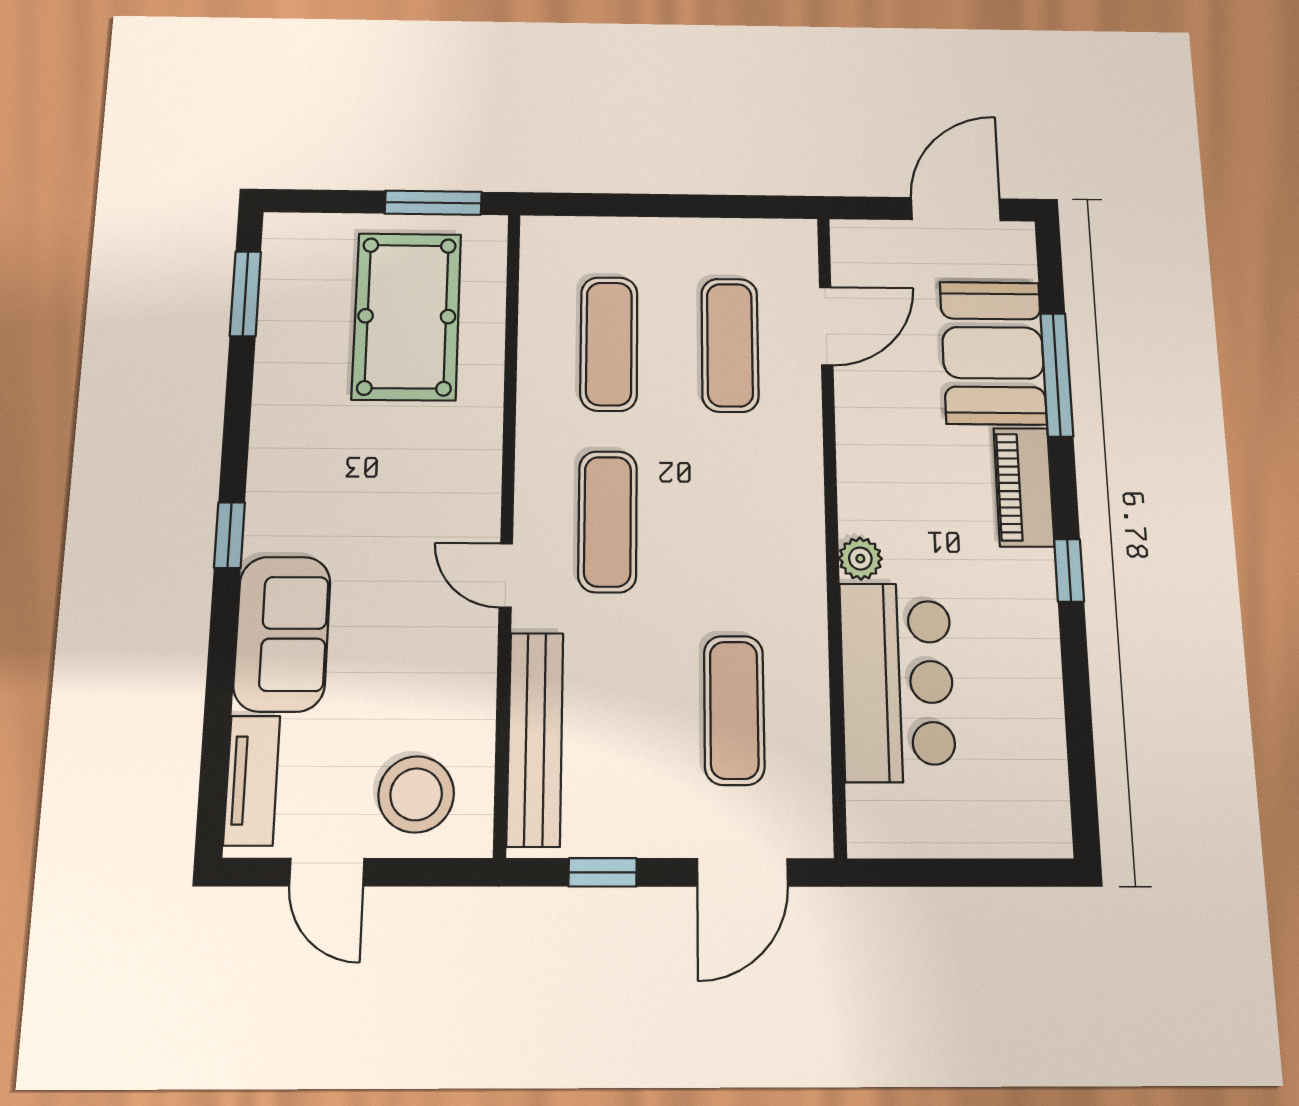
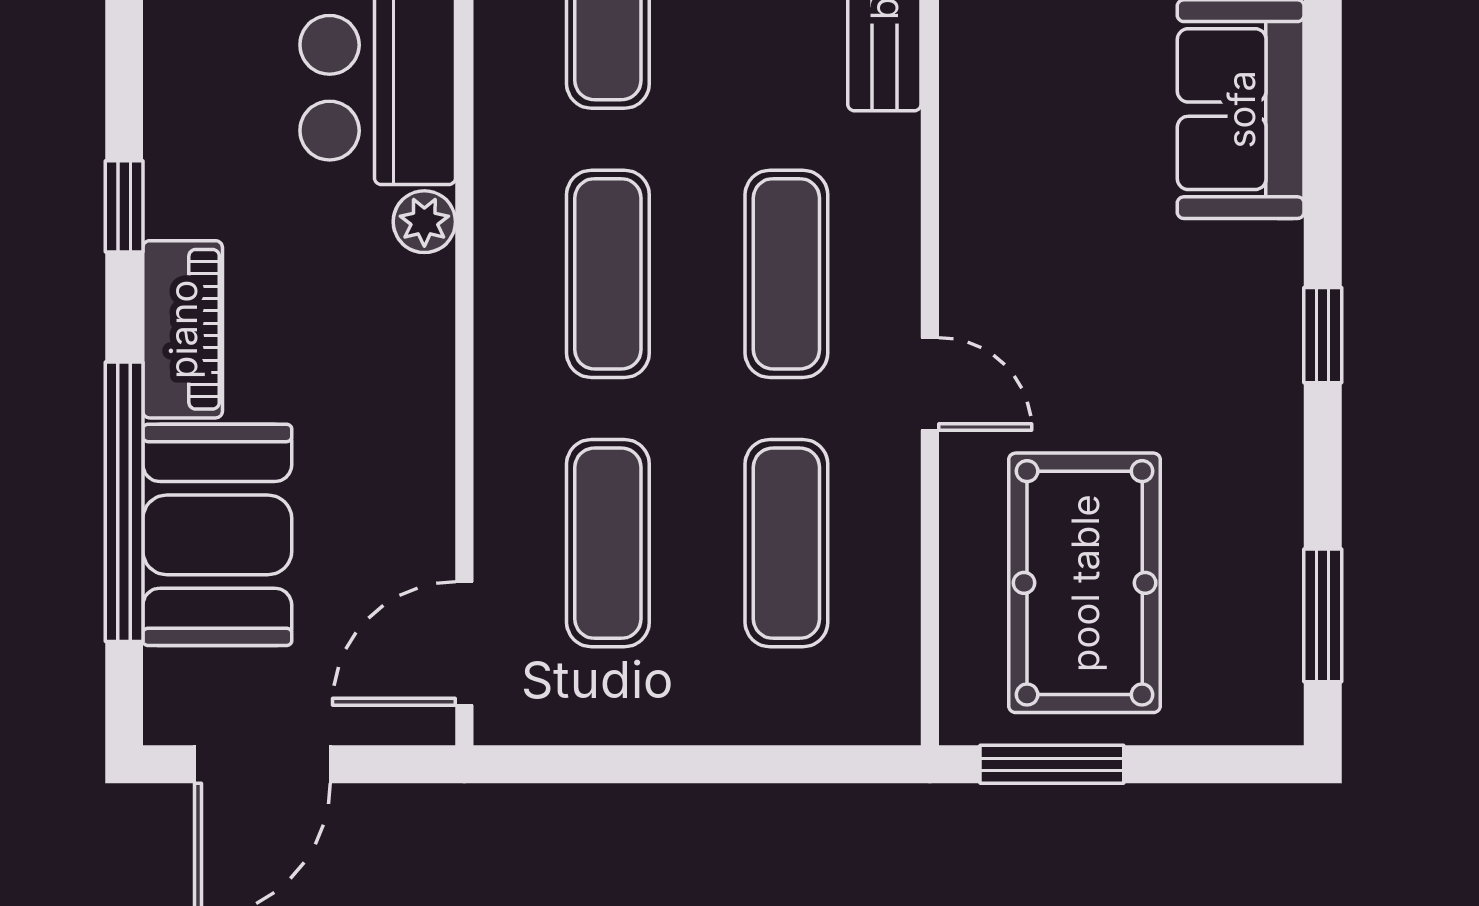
door: (826, 326) -> (464, 644), moved
window: (1057, 375) -> (124, 502), width x1.46
exercise mat: (732, 522) -> (608, 274), added
window: (230, 535) -> (1323, 335), moved
door: (506, 575) -> (930, 384), moved

